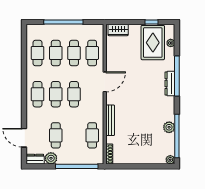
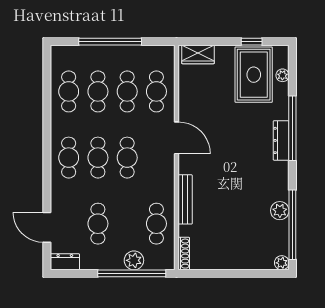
door: (105, 82) -> (177, 138), hinge flipped
plant: (51, 158) -> (134, 260), moved

